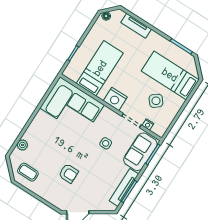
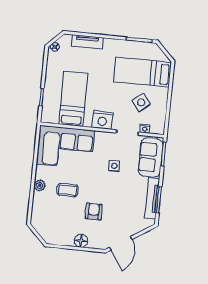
plant: (22, 145) -> (40, 185), moved
coffee table: (28, 172) -> (67, 190), moved
armchair: (68, 173) -> (94, 211), turned -90
floor lamp: (45, 193) -> (81, 241), added

